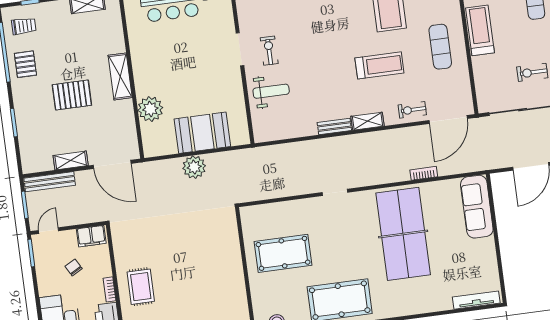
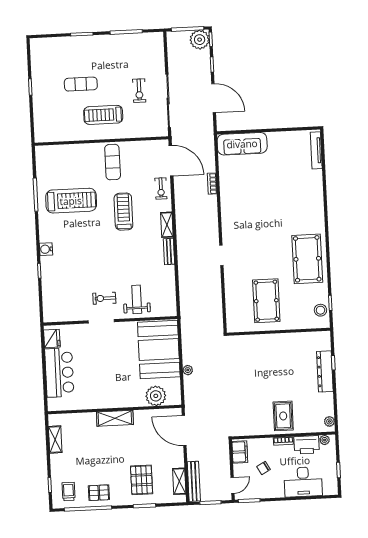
treadmill: (480, 30) -> (103, 115), moved
exercise mat: (440, 47) -> (113, 162), turned 90
pallet: (72, 95) -> (142, 480), moved
plant: (150, 109) -> (156, 396), moved
booth: (202, 133) -> (159, 350), width x1.36, depth x1.42
shelving: (71, 160) -> (179, 481), moved
door: (112, 164) -> (184, 431), swing flipped
plant: (194, 167) -> (188, 370), width x0.53, depth x0.53
door: (49, 231) -> (233, 485), swing flipped
table tennis table: (403, 234) -> (259, 204), removed
rug: (141, 287) -> (283, 416), turned 90

